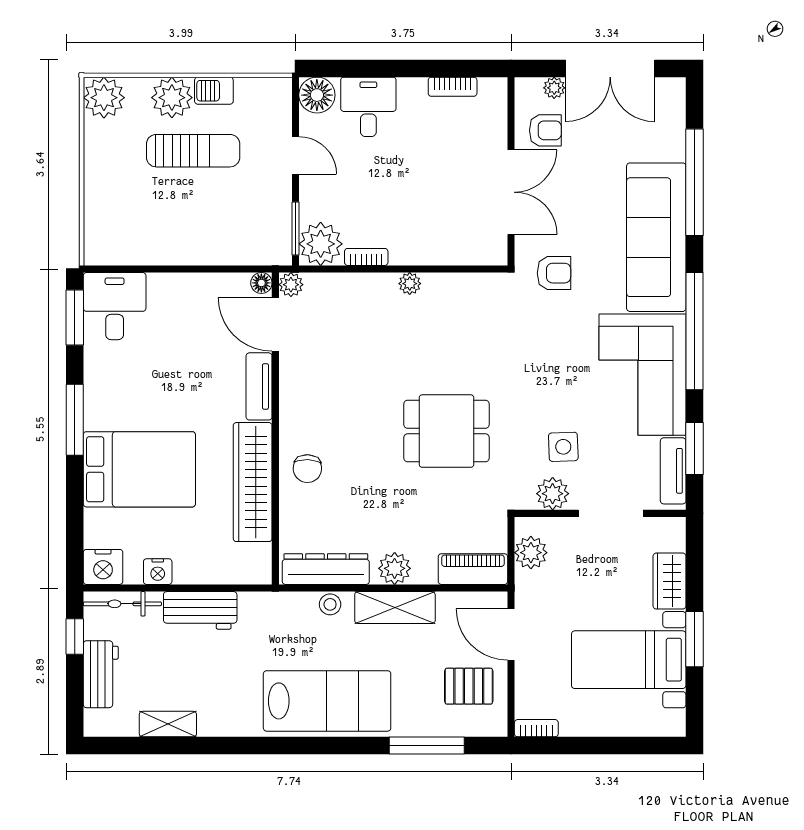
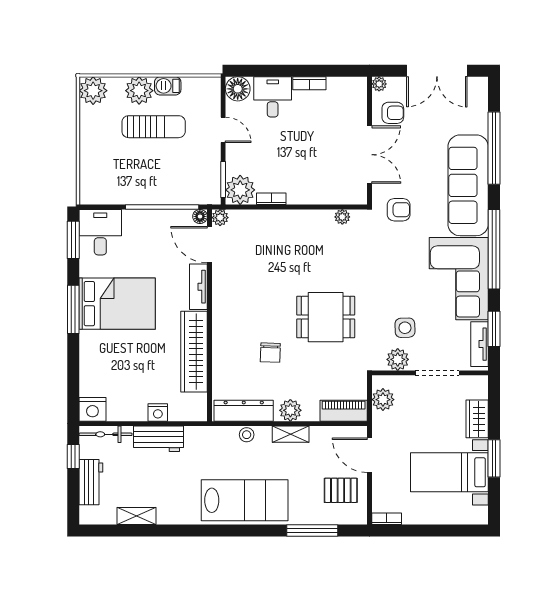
bookcase: (453, 87) -> (309, 83), moved
plant: (554, 88) -> (379, 84), moved
window: (206, 269) -> (162, 207), added
plant: (410, 284) -> (342, 217), moved
bed: (139, 469) -> (117, 304), moved
chair: (307, 469) -> (270, 353), moved
nightstand: (158, 572) -> (158, 412), moved
shelving: (395, 608) -> (291, 434), width x0.67, depth x0.75

